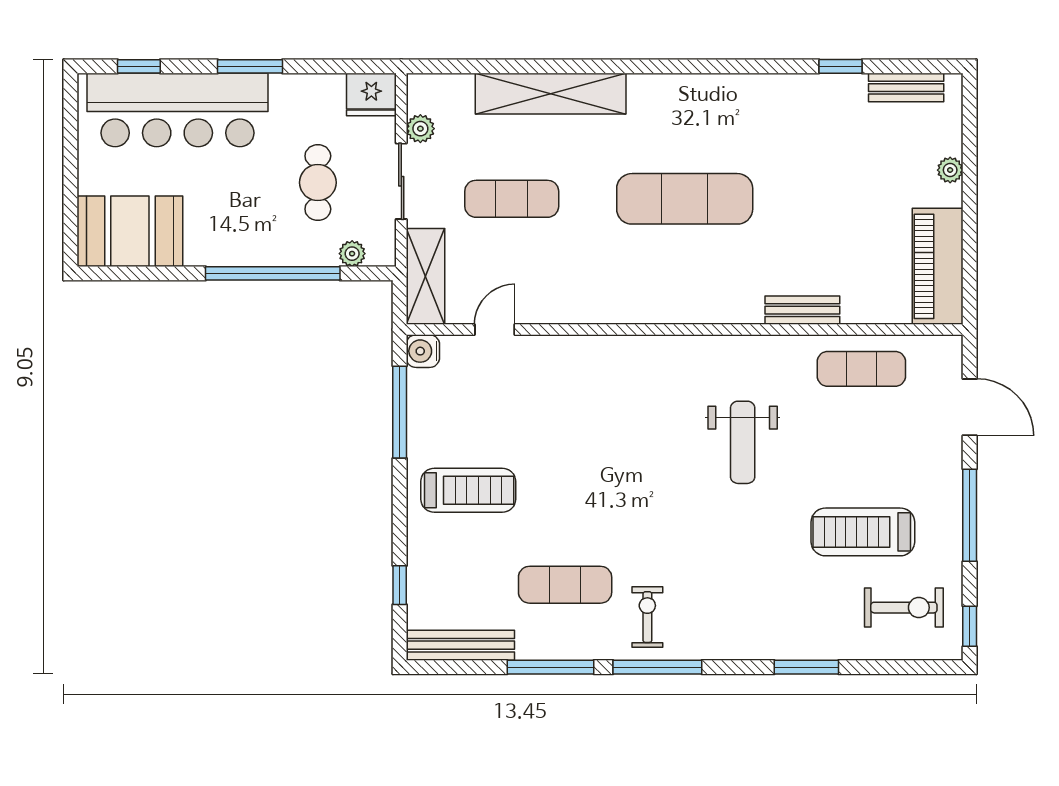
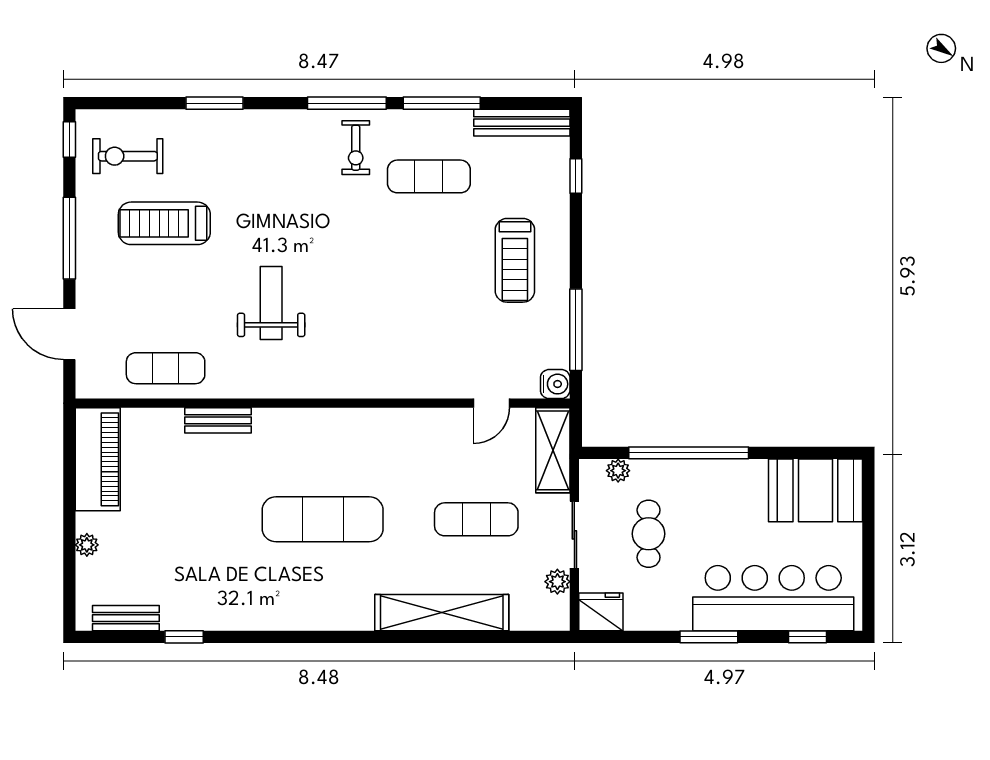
treadmill: (468, 490) -> (515, 260), turned -90
treadmill: (863, 532) -> (164, 223), turned 180

